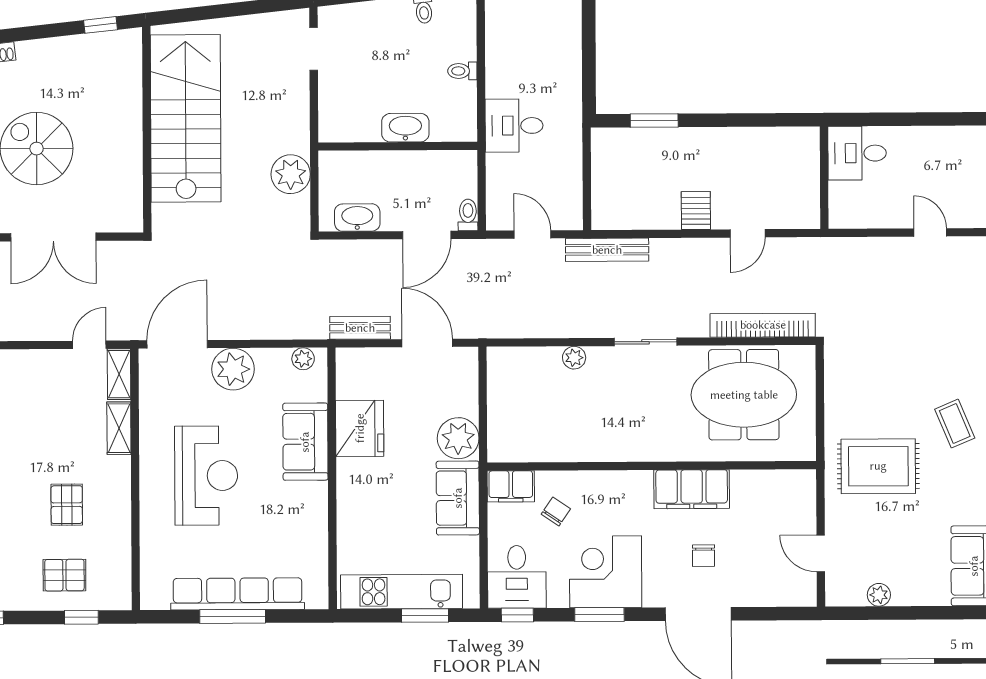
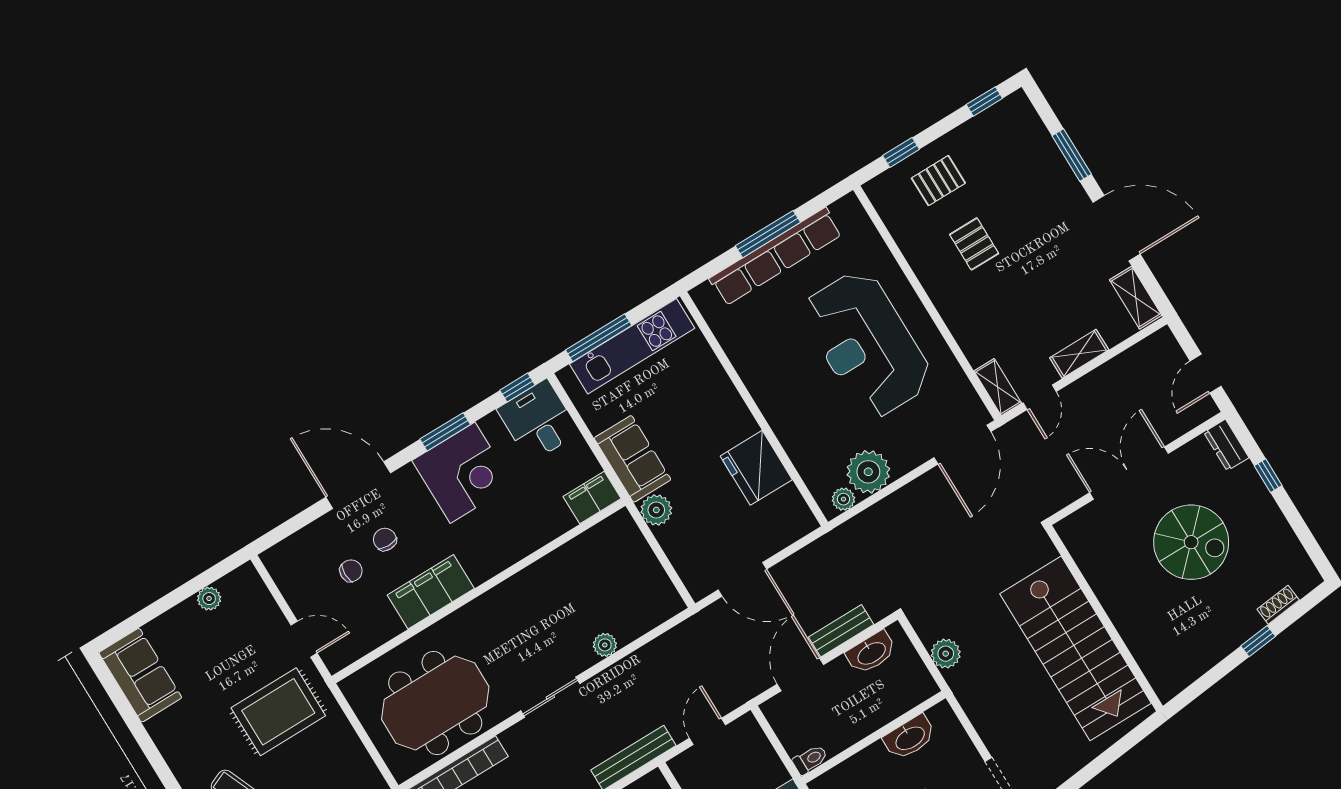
window: (101, 25) -> (1258, 641), moved
washbasin: (405, 128) -> (910, 738), moved
plant: (291, 174) -> (946, 654), width x0.73, depth x0.73
toilet: (468, 215) -> (810, 760), moved, turned -90
door: (532, 234) -> (707, 731), swing flipped
bench: (360, 328) -> (841, 631), moved
plant: (233, 369) -> (868, 472), moved
shelving: (119, 428) -> (1079, 354), moved, turned 90
plant: (458, 438) -> (656, 510), width x0.73, depth x0.73
sofa: (305, 442) -> (797, 427), removed
reception desk: (206, 476) -> (867, 344), width x1.36, depth x1.30
chair: (556, 511) -> (351, 571), moved, turned -124
door: (821, 553) -> (304, 639), moved
window: (425, 615) -> (599, 338), width x1.44

